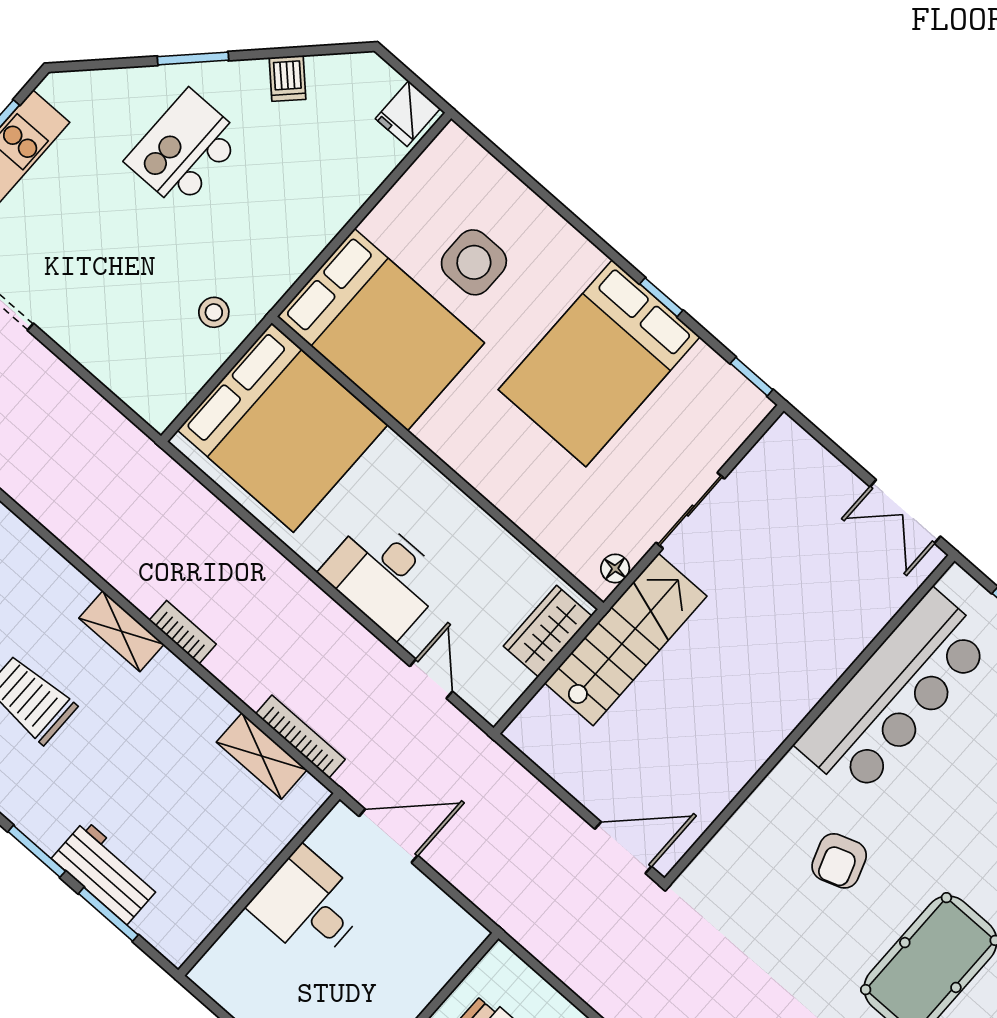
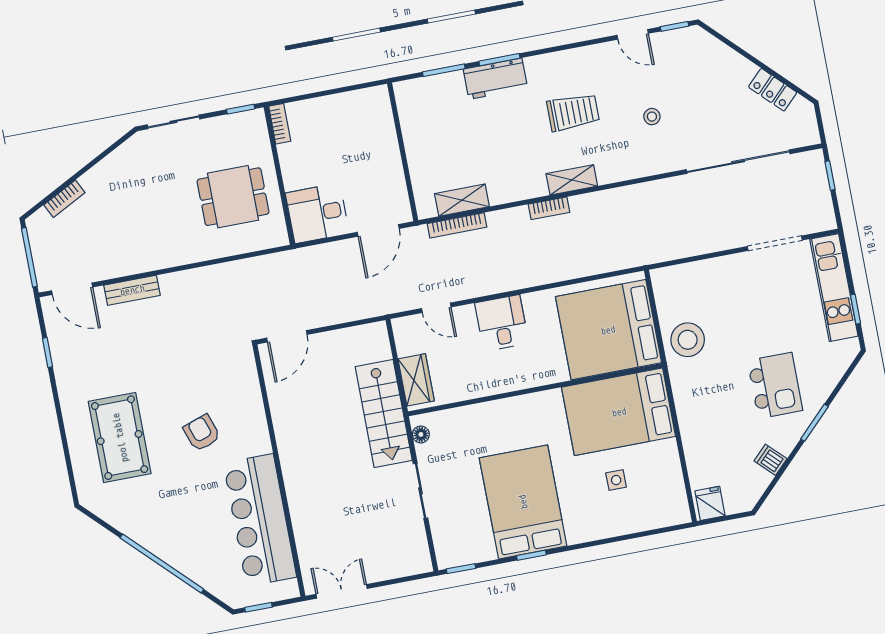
side table: (474, 262) -> (616, 480), width x0.54, depth x0.54
stool: (214, 312) -> (688, 340), width x1.89, depth x1.89
desk: (384, 576) -> (502, 323), width x0.73
workbench: (106, 872) -> (495, 79), moved
desk: (308, 906) -> (317, 213), moved, turned 180

